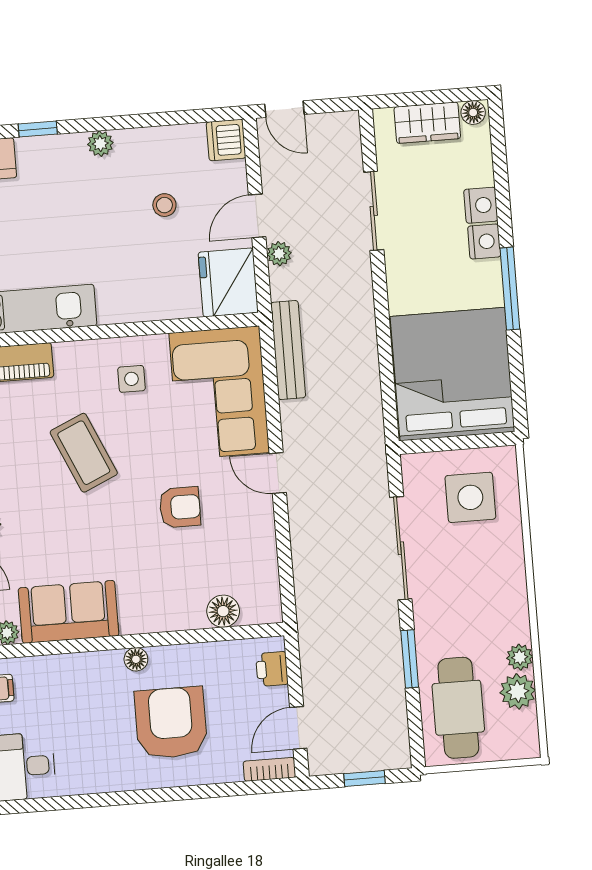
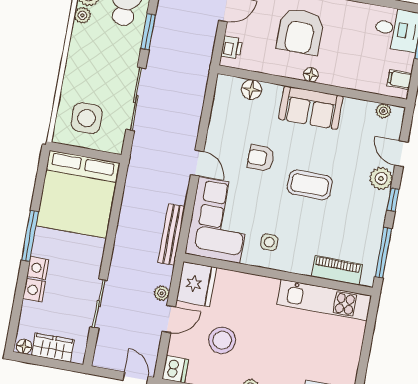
stool: (164, 205) -> (222, 340), width x1.89, depth x1.89
coffee table: (84, 453) -> (310, 185), moved, turned -66
sofa: (69, 612) -> (311, 108), moved

